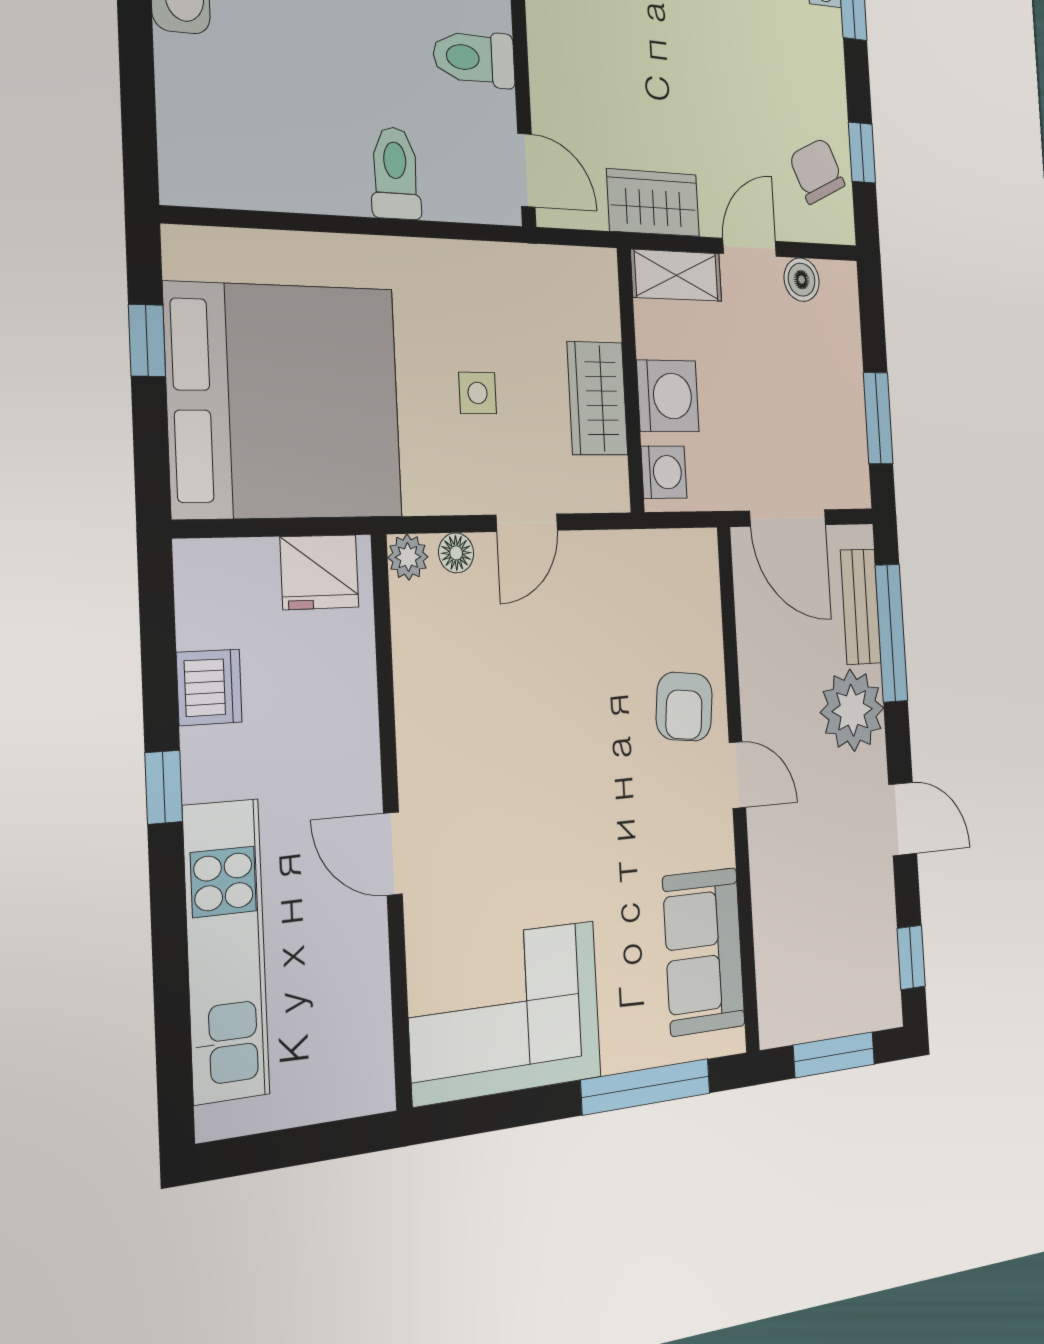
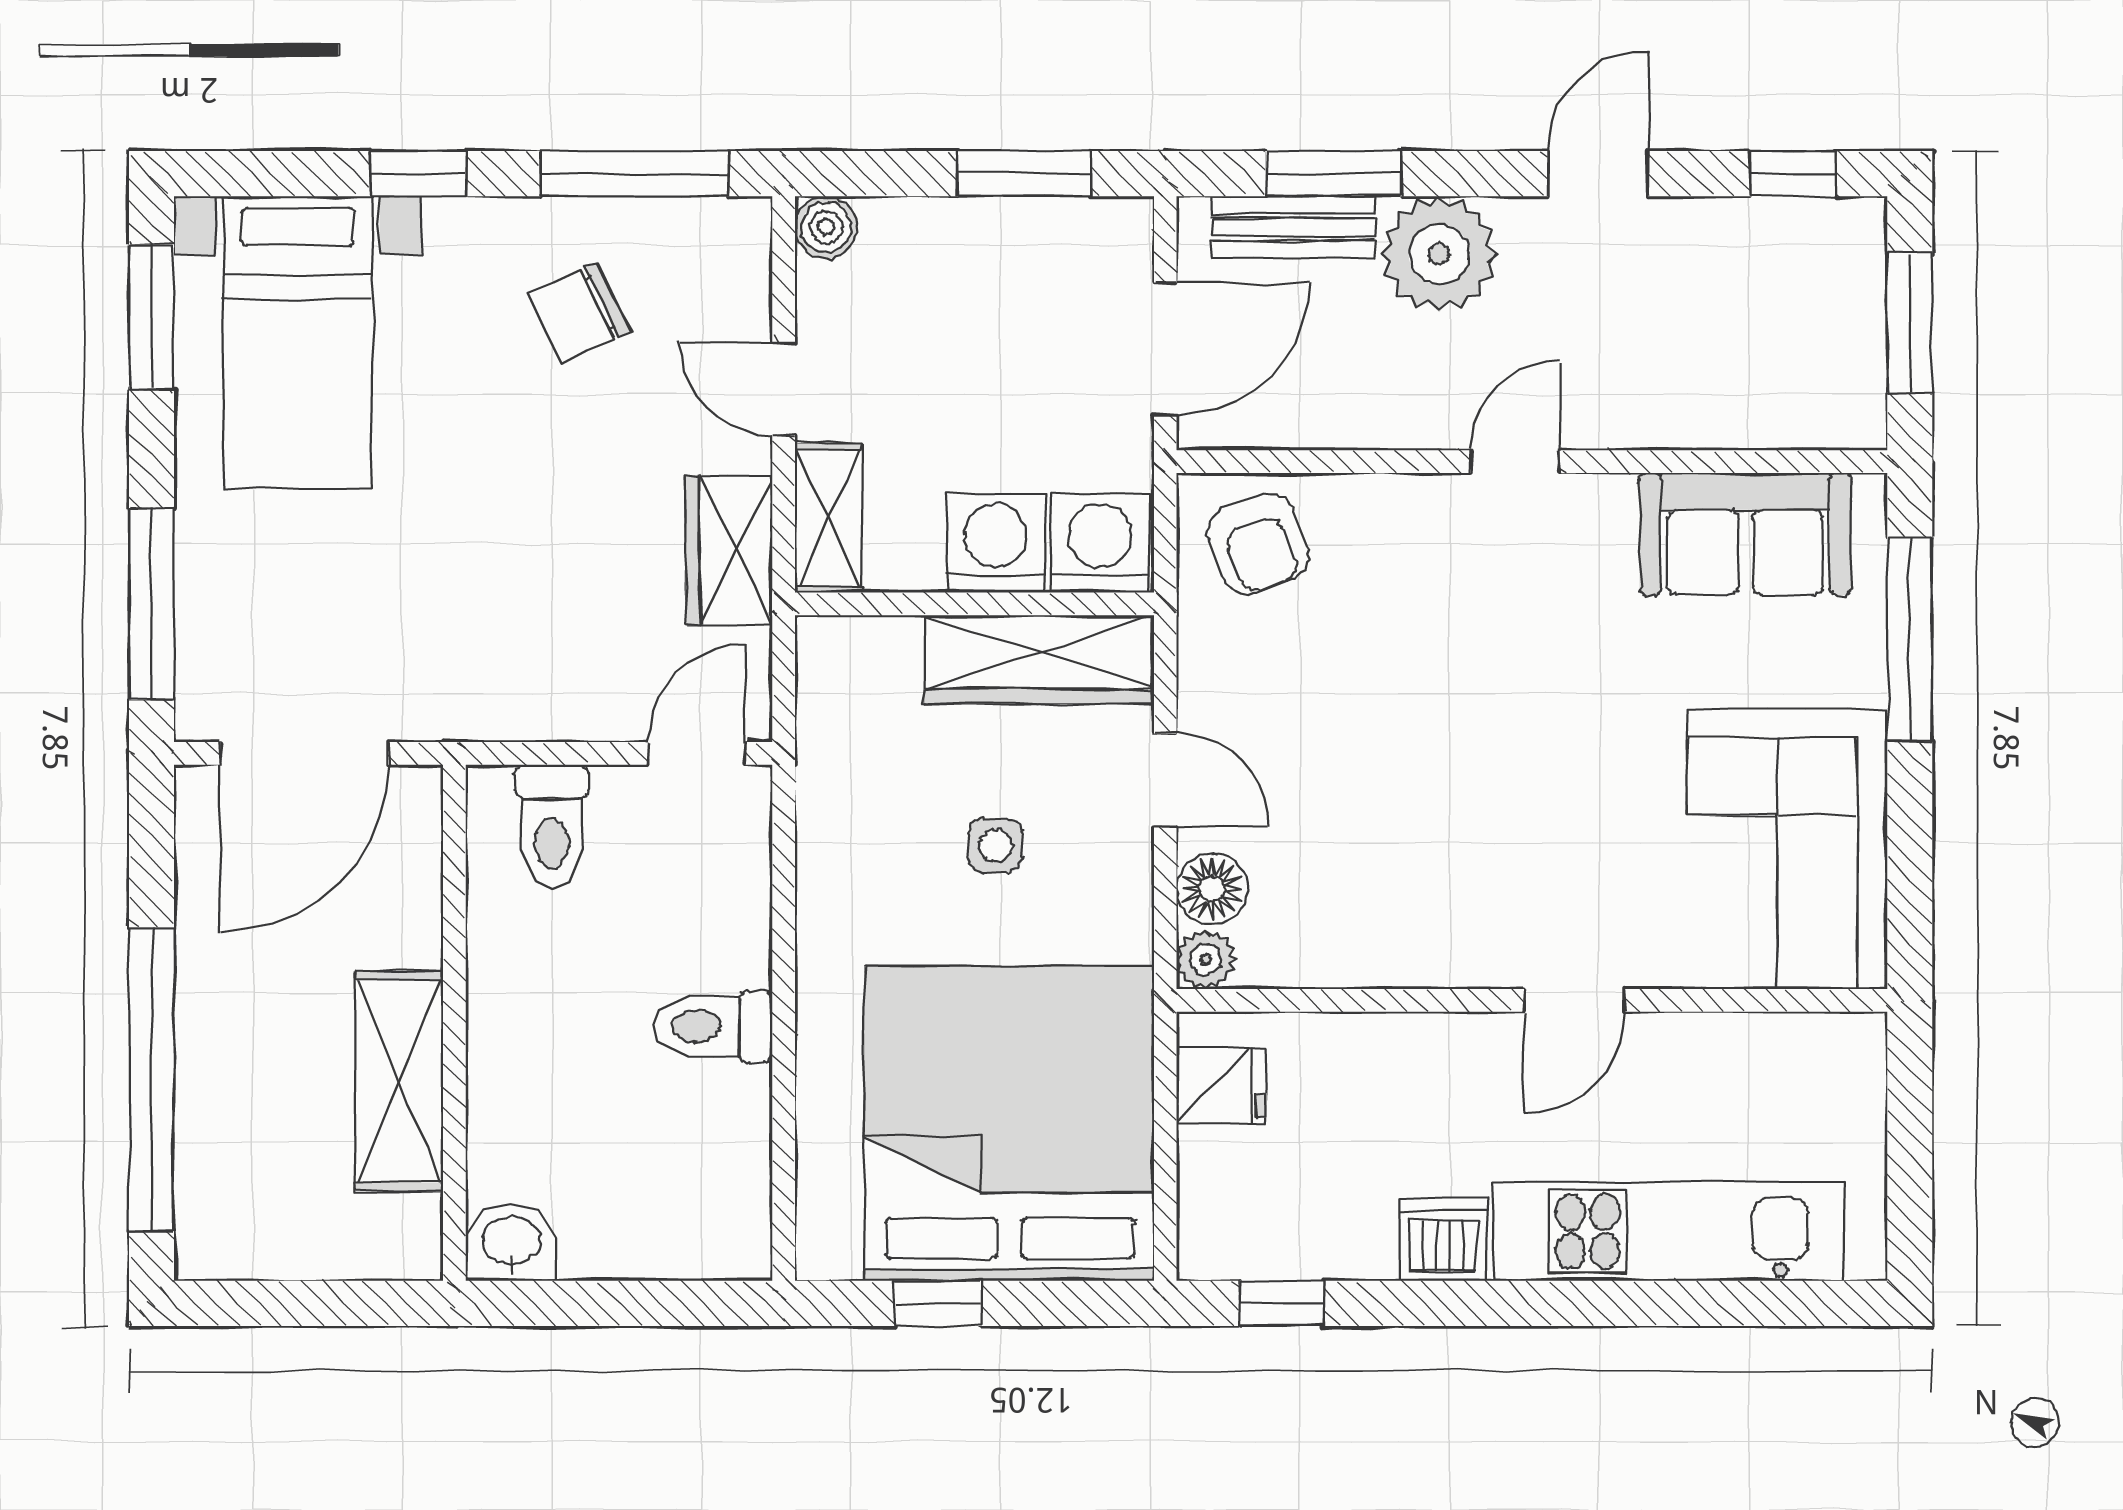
window: (862, 153) -> (635, 174), width x2.17
chair: (817, 171) -> (579, 313), moved
toilet: (395, 173) -> (713, 1026), moved
boiler: (802, 280) -> (826, 227), moved
wardrobe: (597, 398) -> (1038, 659), width x1.50
washing machine: (664, 472) -> (1100, 543), width x1.38, depth x1.38
floor lamp: (456, 553) -> (1212, 889), width x1.37, depth x1.37
fridge: (319, 572) -> (1222, 1086), width x0.72
window: (891, 633) -> (1333, 174), width x0.69
dishwasher: (209, 687) -> (1443, 1240), moved
armchair: (684, 707) -> (1258, 544), moved, turned 64
window: (164, 787) -> (1282, 1303), moved

